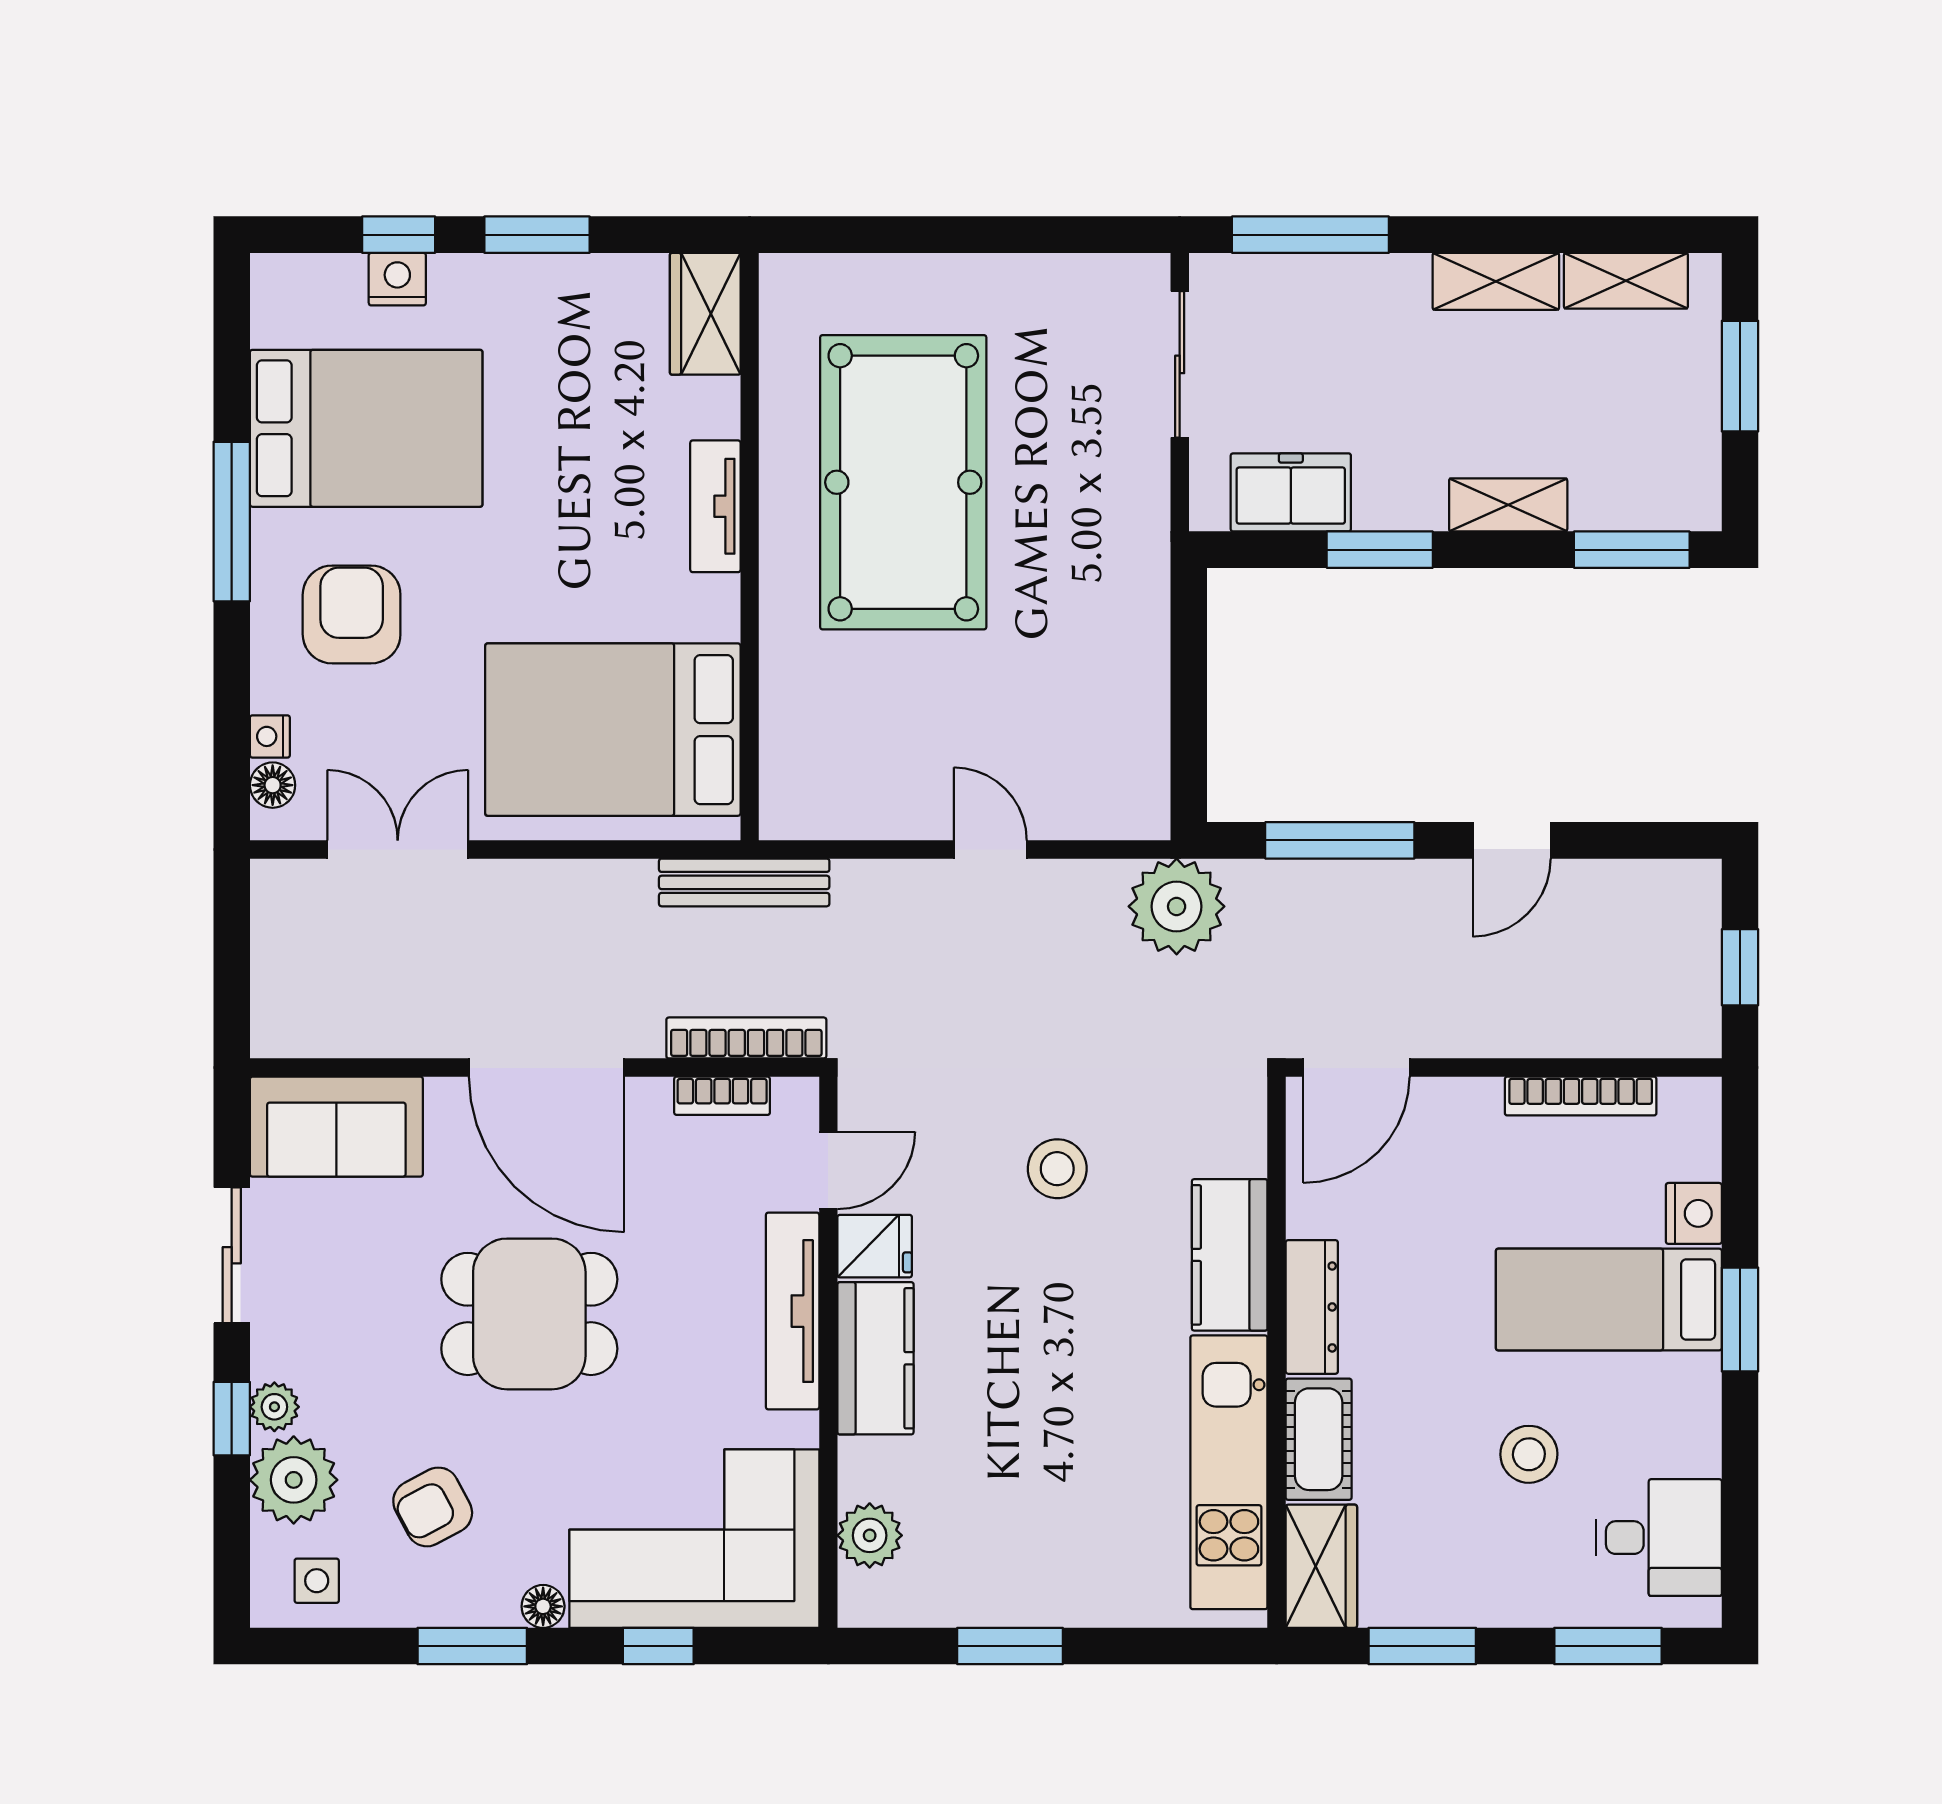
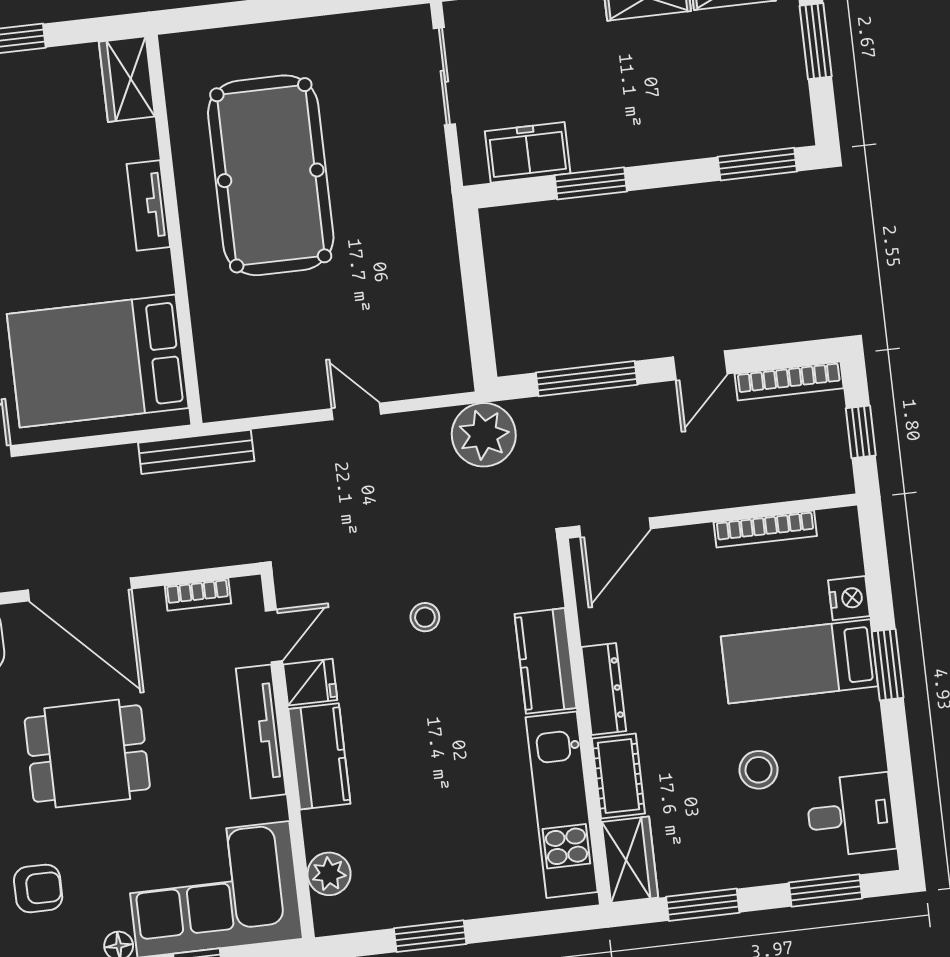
shelving: (1508, 505) -> (672, 144), removed
bookcase: (746, 1038) -> (789, 381), moved, turned 180
stool: (1057, 1169) -> (425, 617), width x0.73, depth x0.73
armchair: (433, 1507) -> (38, 888), turned -152

